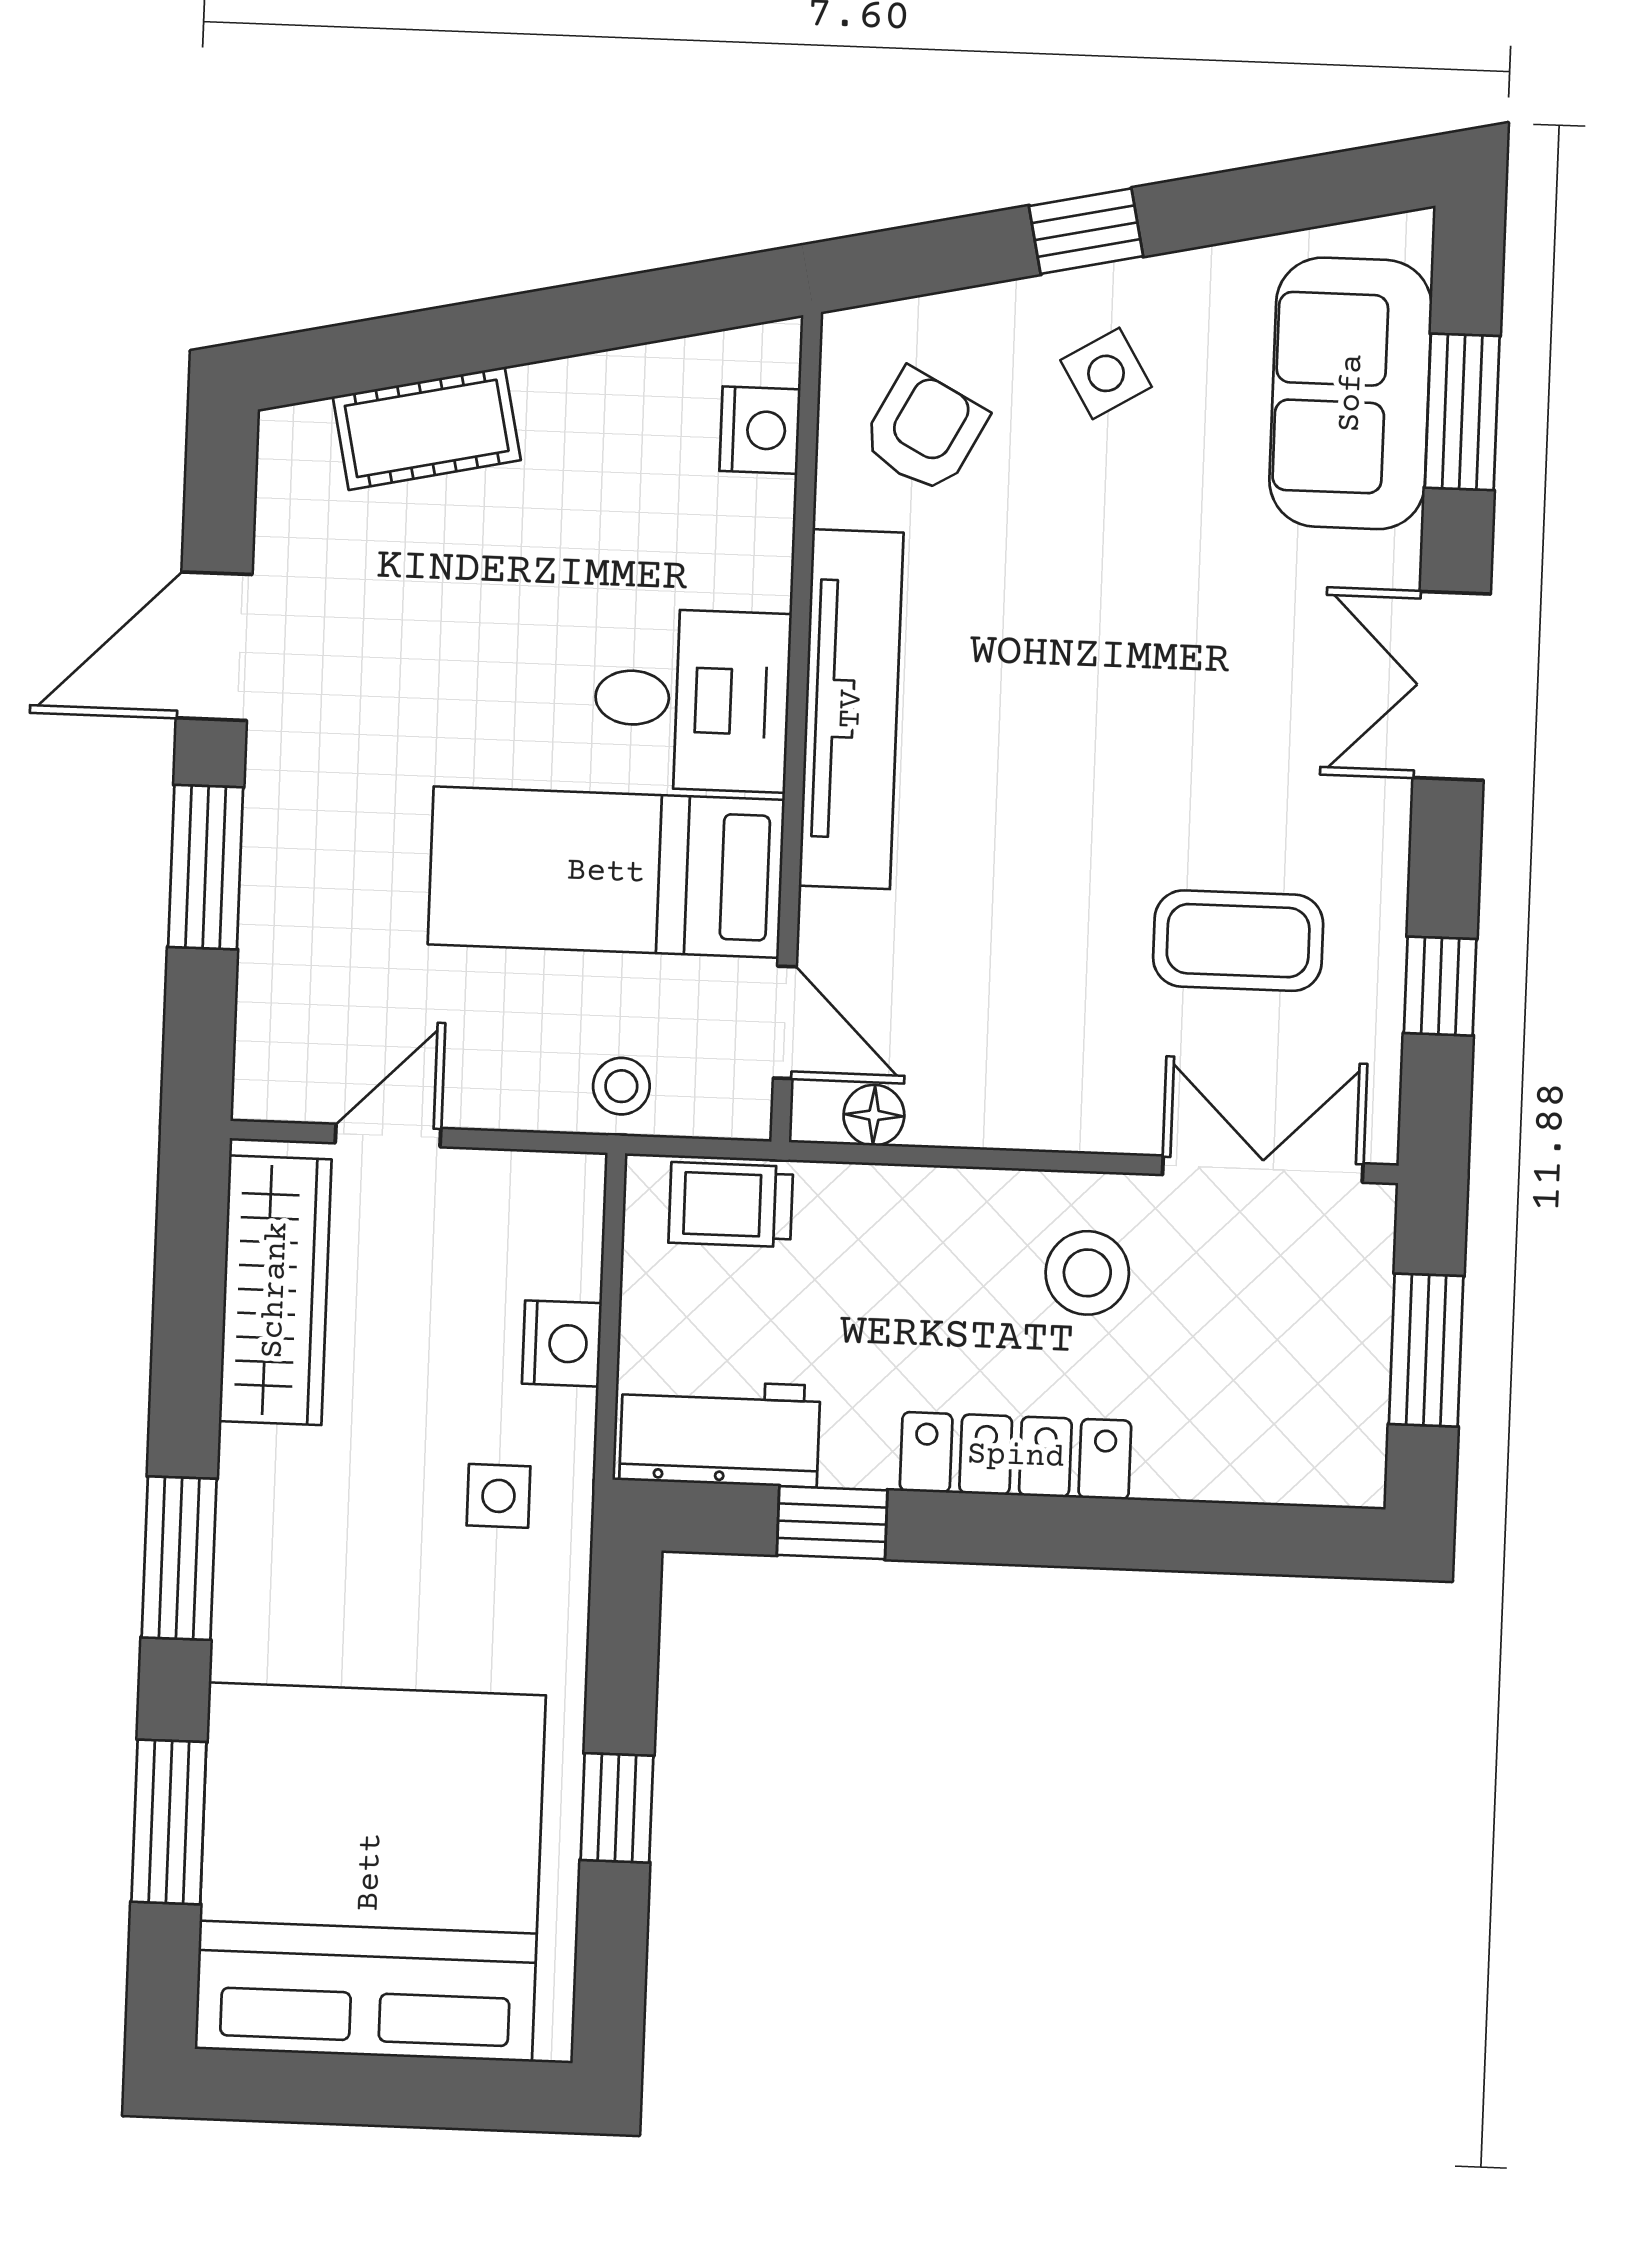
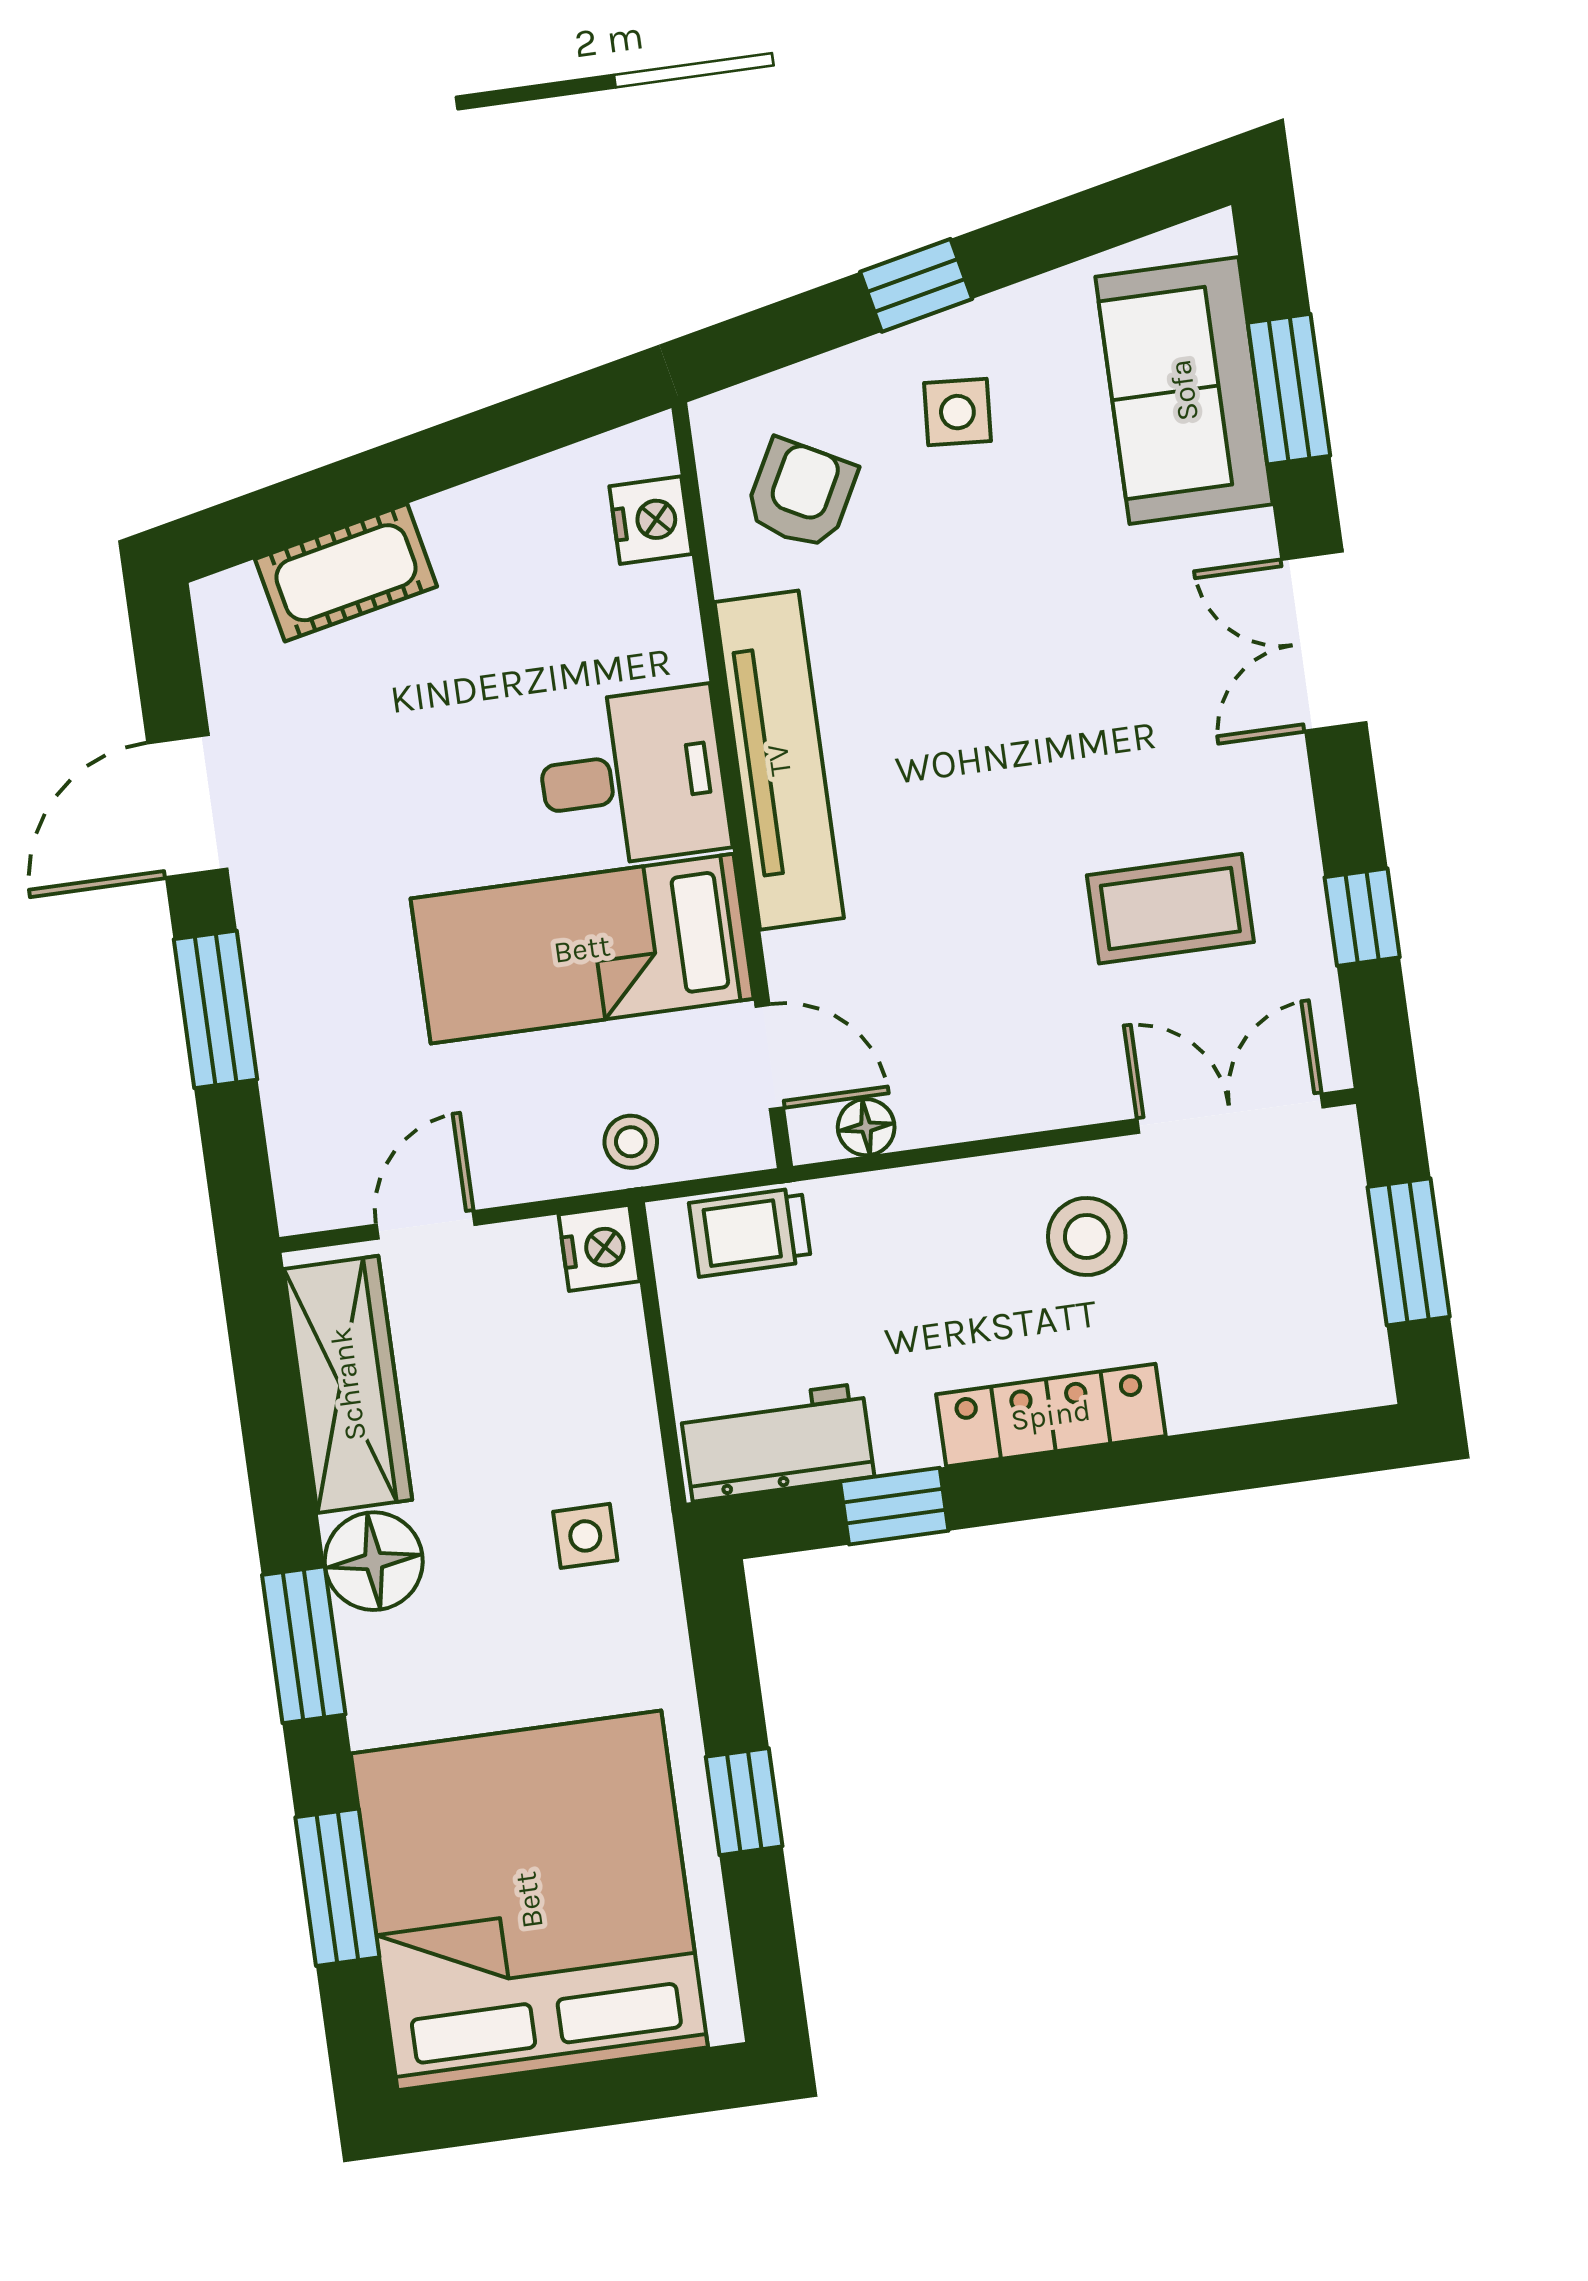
side table: (1106, 373) -> (957, 412), turned 35
nightstand: (562, 1343) -> (599, 1248), moved
floor lamp: (269, 1483) -> (374, 1561), added

